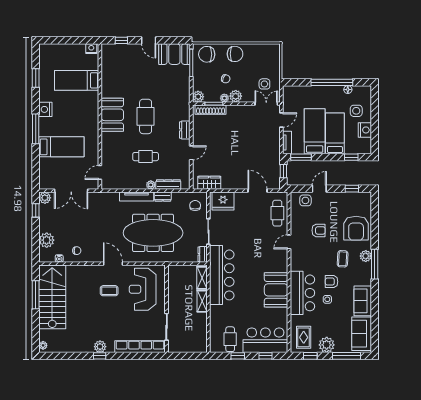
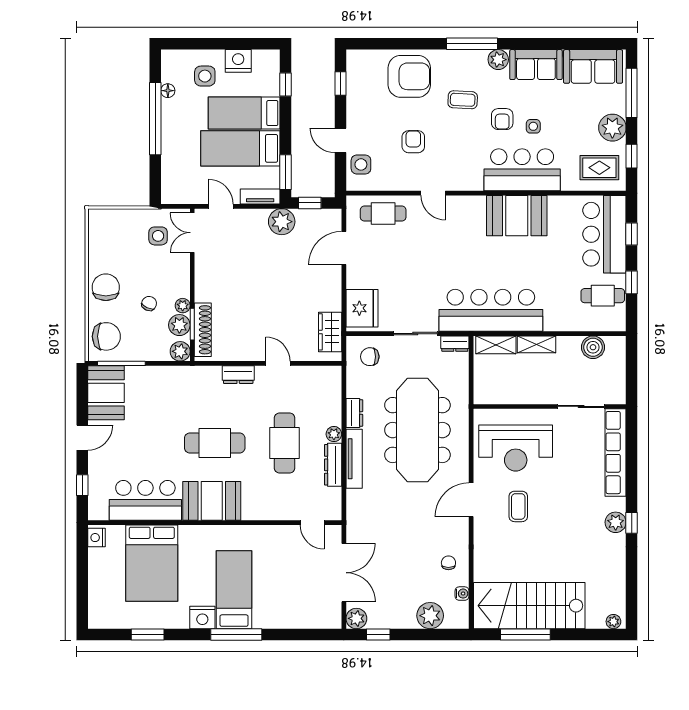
chair: (207, 54) -> (106, 336), turned -90
bar counter: (113, 77) -> (145, 500), added
bed: (77, 80) -> (152, 563), width x1.50
plant: (236, 96) -> (179, 325), moved
bed: (61, 147) -> (234, 590), moved
plant: (273, 155) -> (282, 222), added
cafe table: (146, 157) -> (285, 443), width x1.37, depth x1.35
dresser: (168, 184) -> (333, 465), moved
plant: (366, 256) -> (498, 60), moved
boiler: (201, 334) -> (593, 347), added

